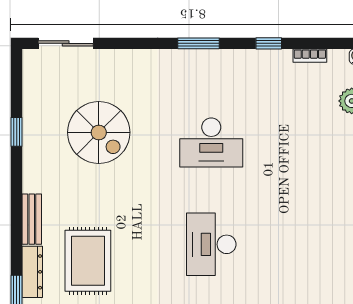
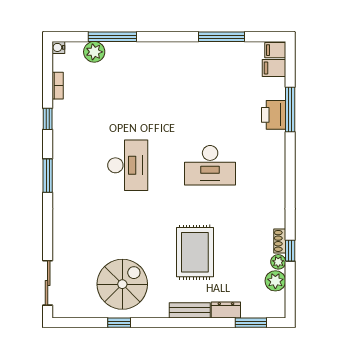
spiral stairs: (99, 132) -> (122, 284), moved
rug: (88, 261) -> (195, 252), moved, turned 90
dresser: (32, 272) -> (226, 310), width x0.70

